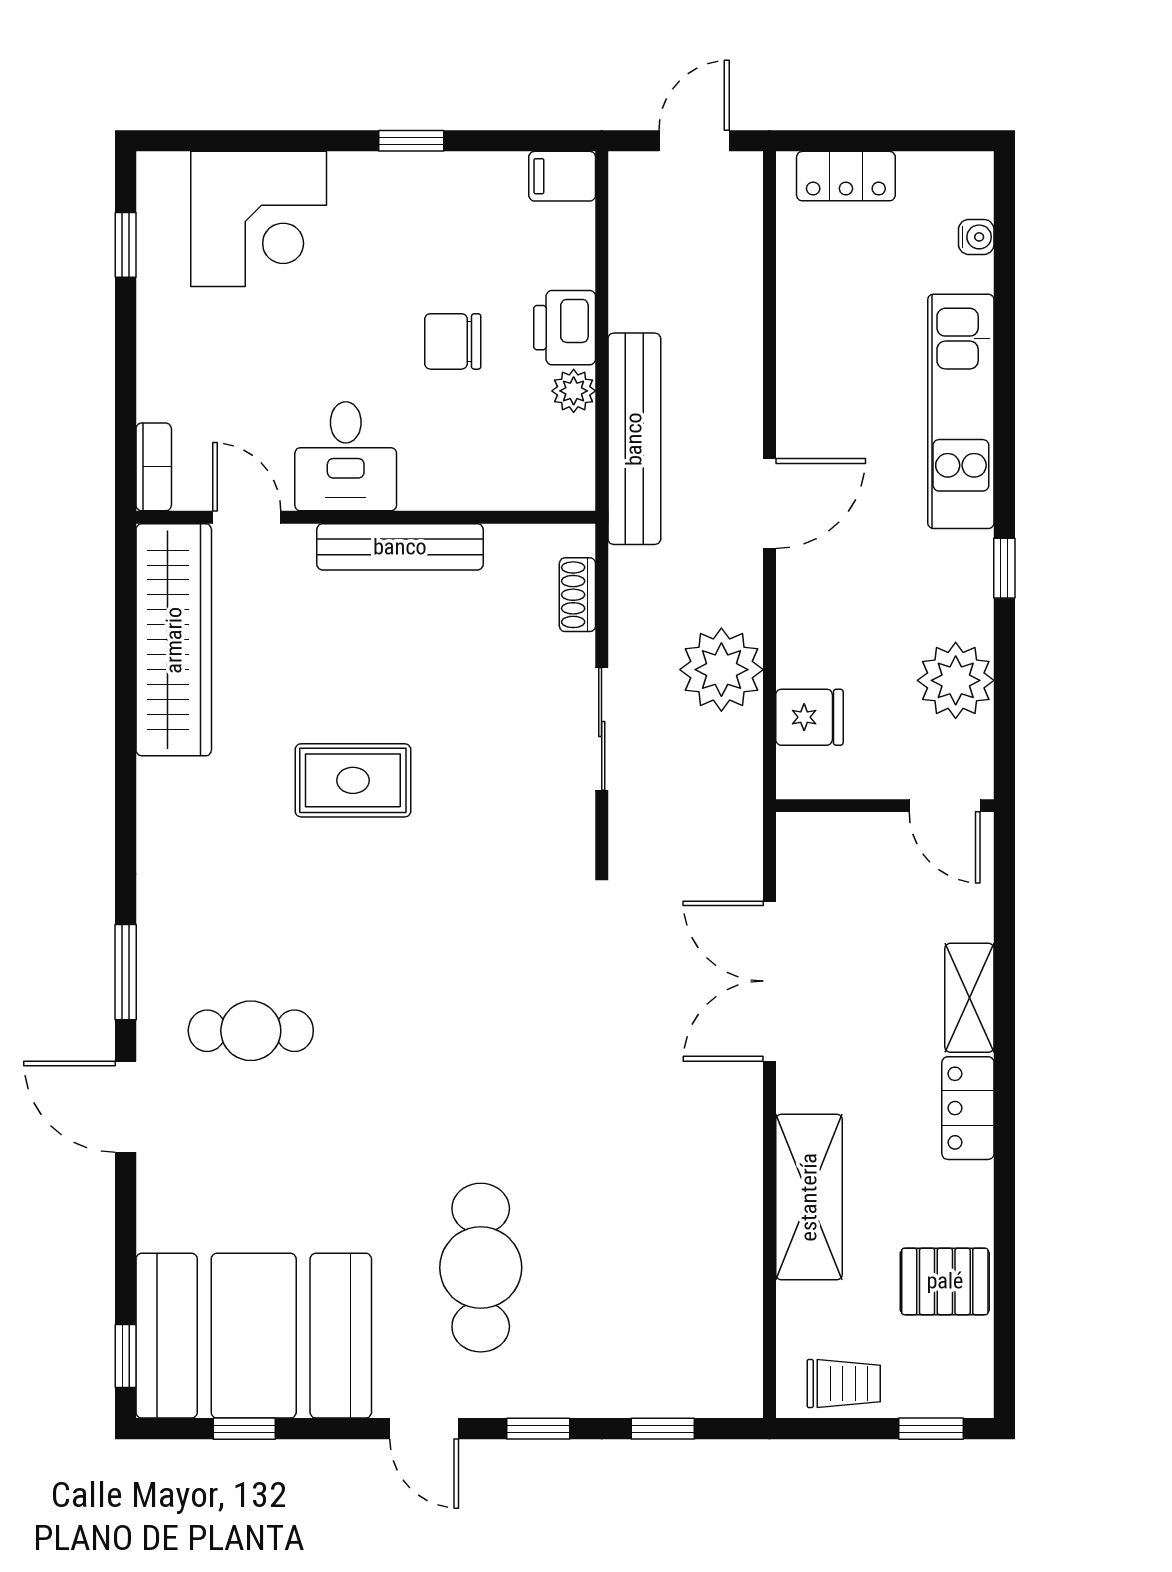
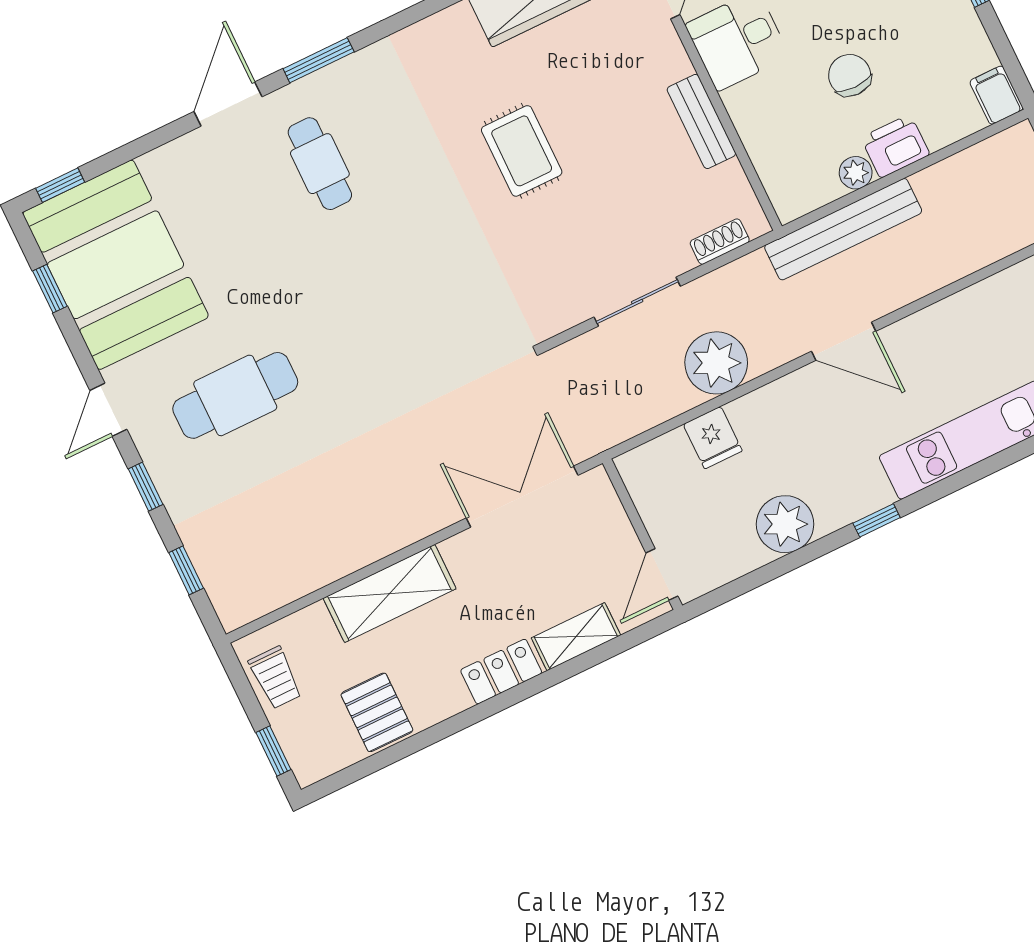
bench: (400, 547) -> (701, 121), width x0.73
wall: (885, 806) -> (642, 534), moved
door: (945, 806) -> (662, 574), moved

